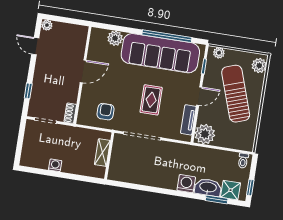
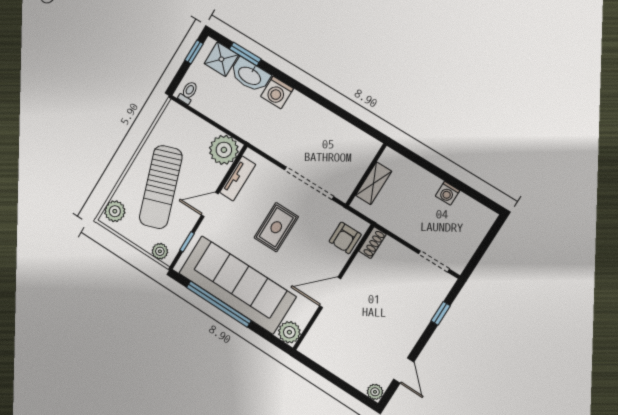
door: (83, 71) -> (330, 292), moved
wall: (82, 75) -> (333, 287), moved
shoe rack: (70, 113) -> (372, 243), moved

